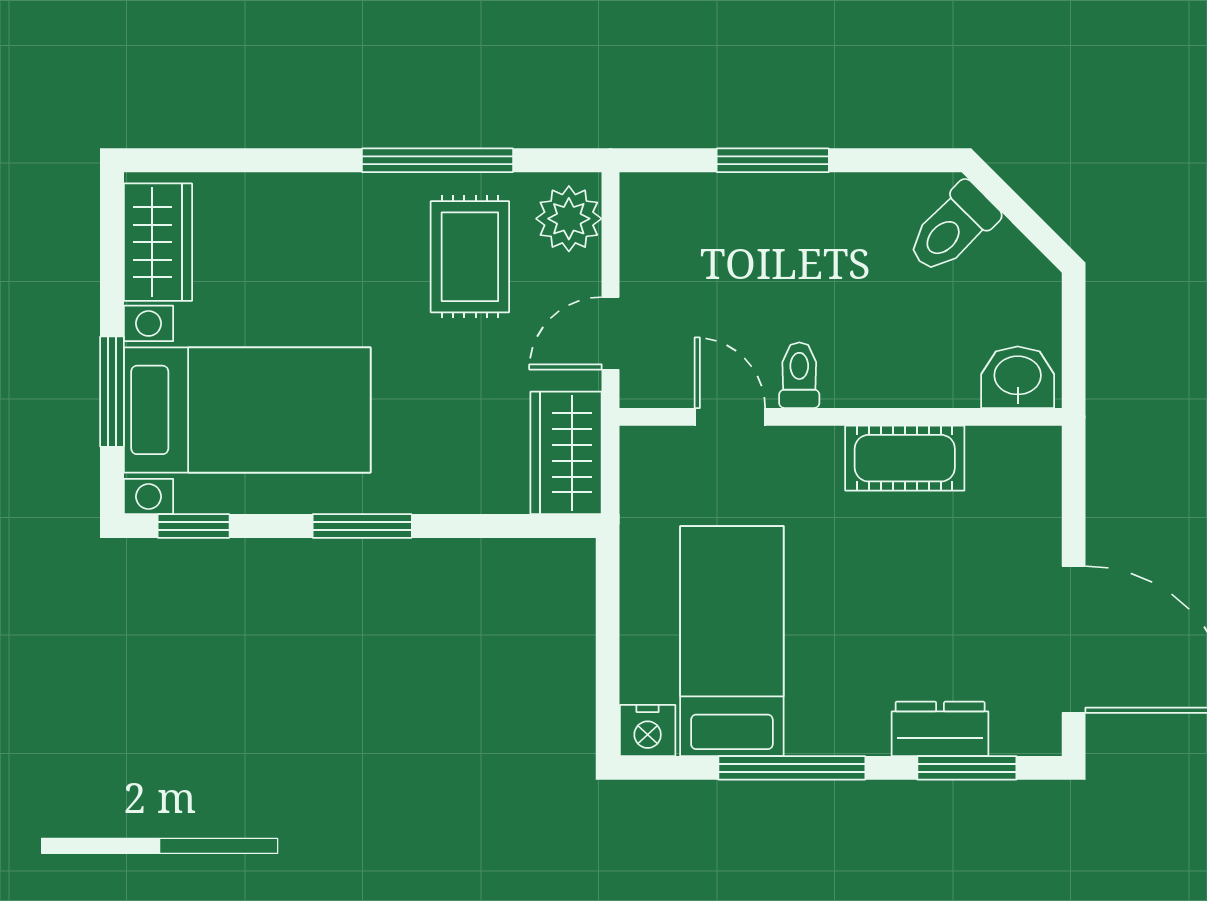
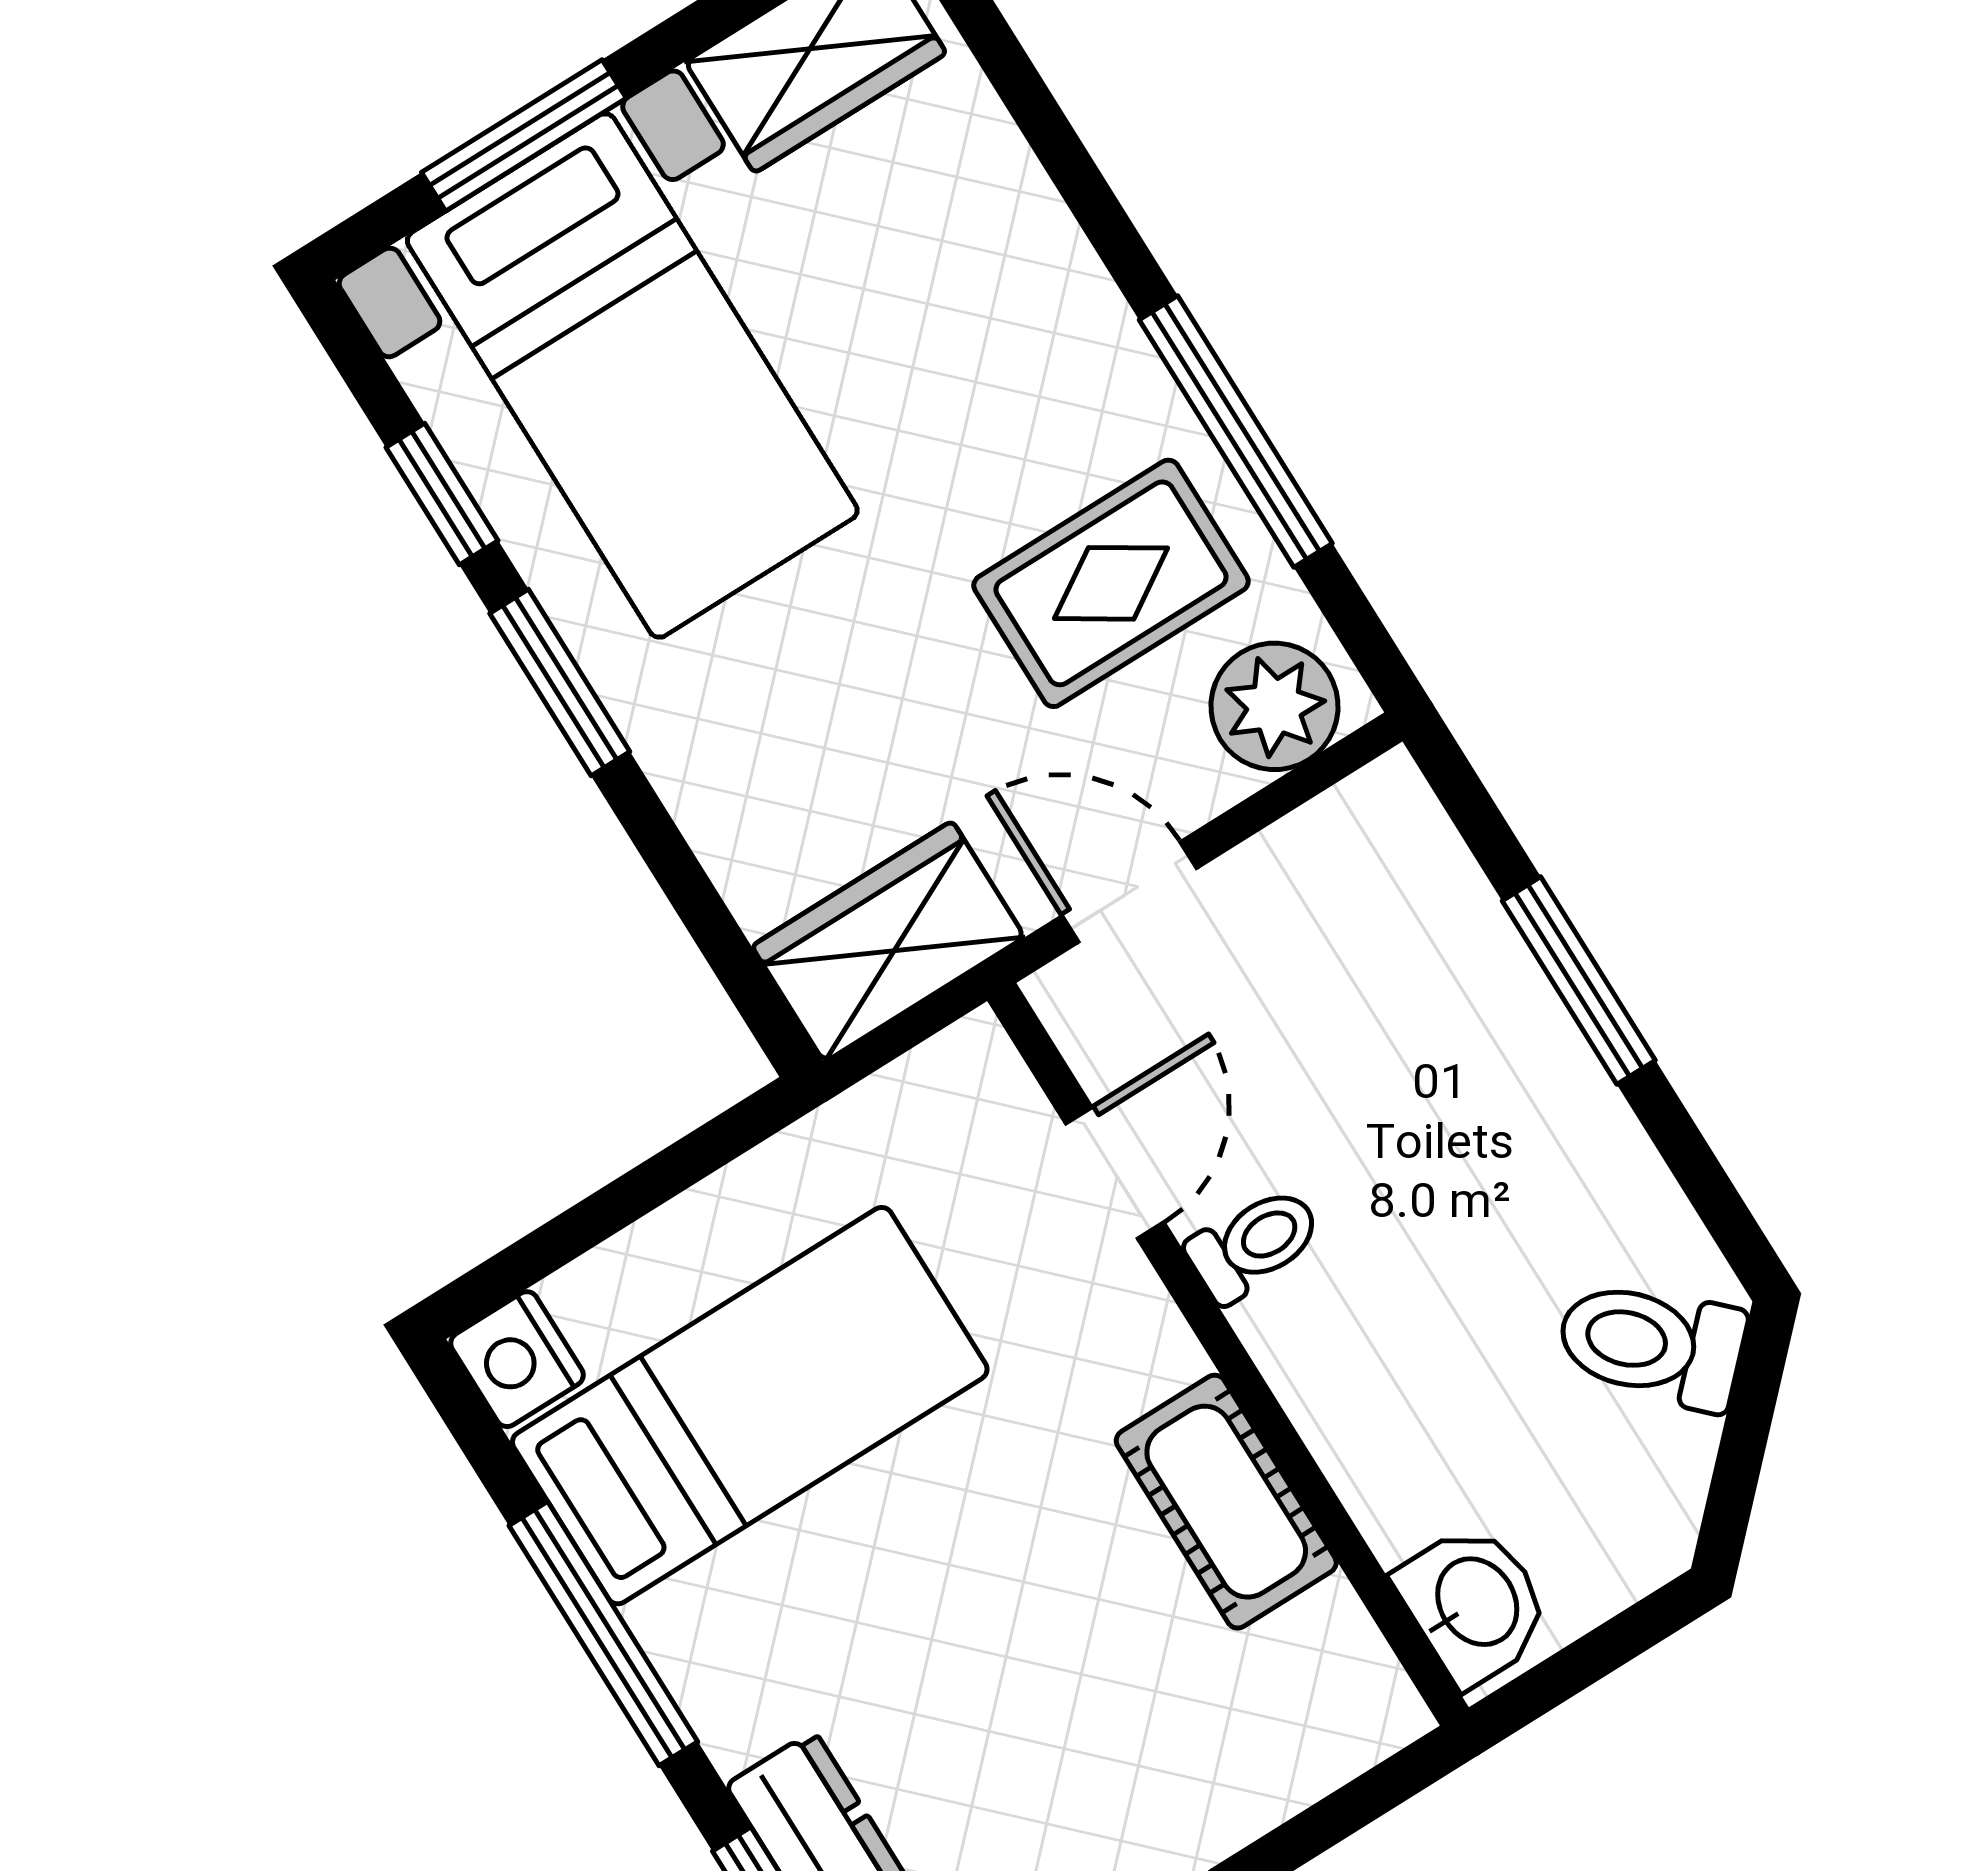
window: (194, 526) -> (442, 494), moved

